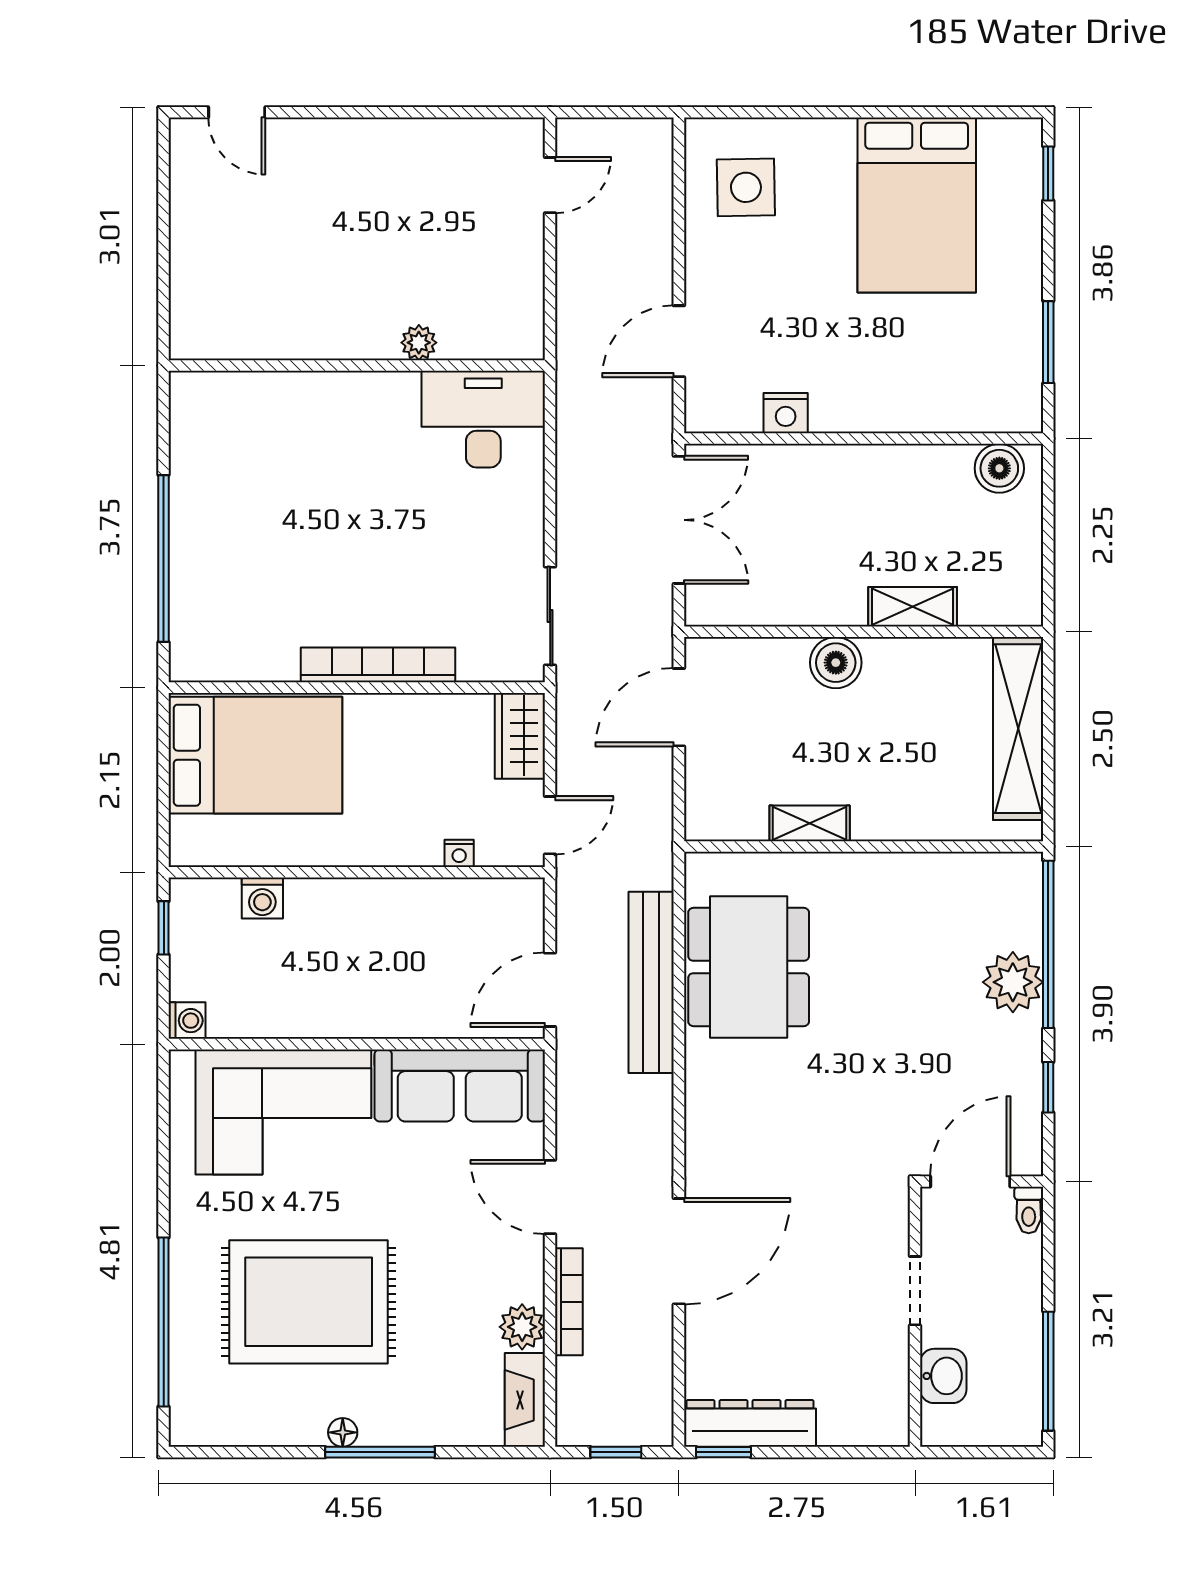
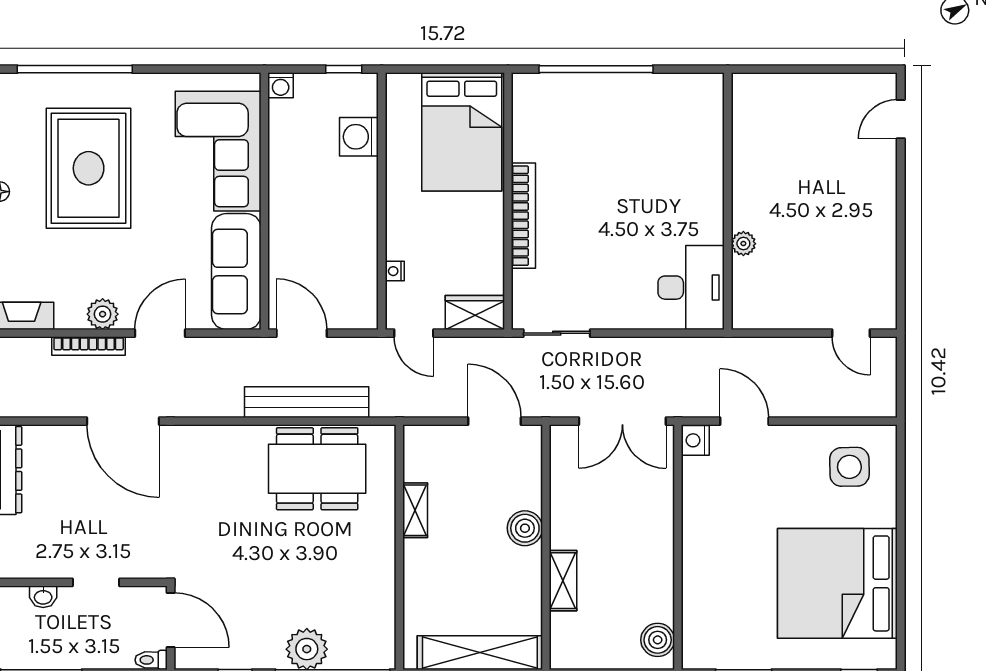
bed: (917, 205) -> (837, 583), width x1.36
nightstand: (786, 413) -> (695, 440), moved
washing machine: (262, 898) -> (359, 137), width x1.38, depth x1.38
plant: (522, 1327) -> (103, 314), moved
washbasin: (943, 1376) -> (43, 597), width x0.72, depth x0.69

